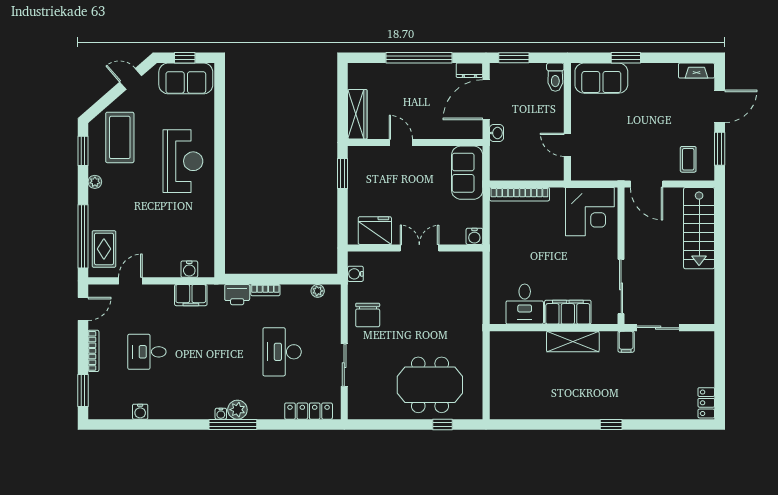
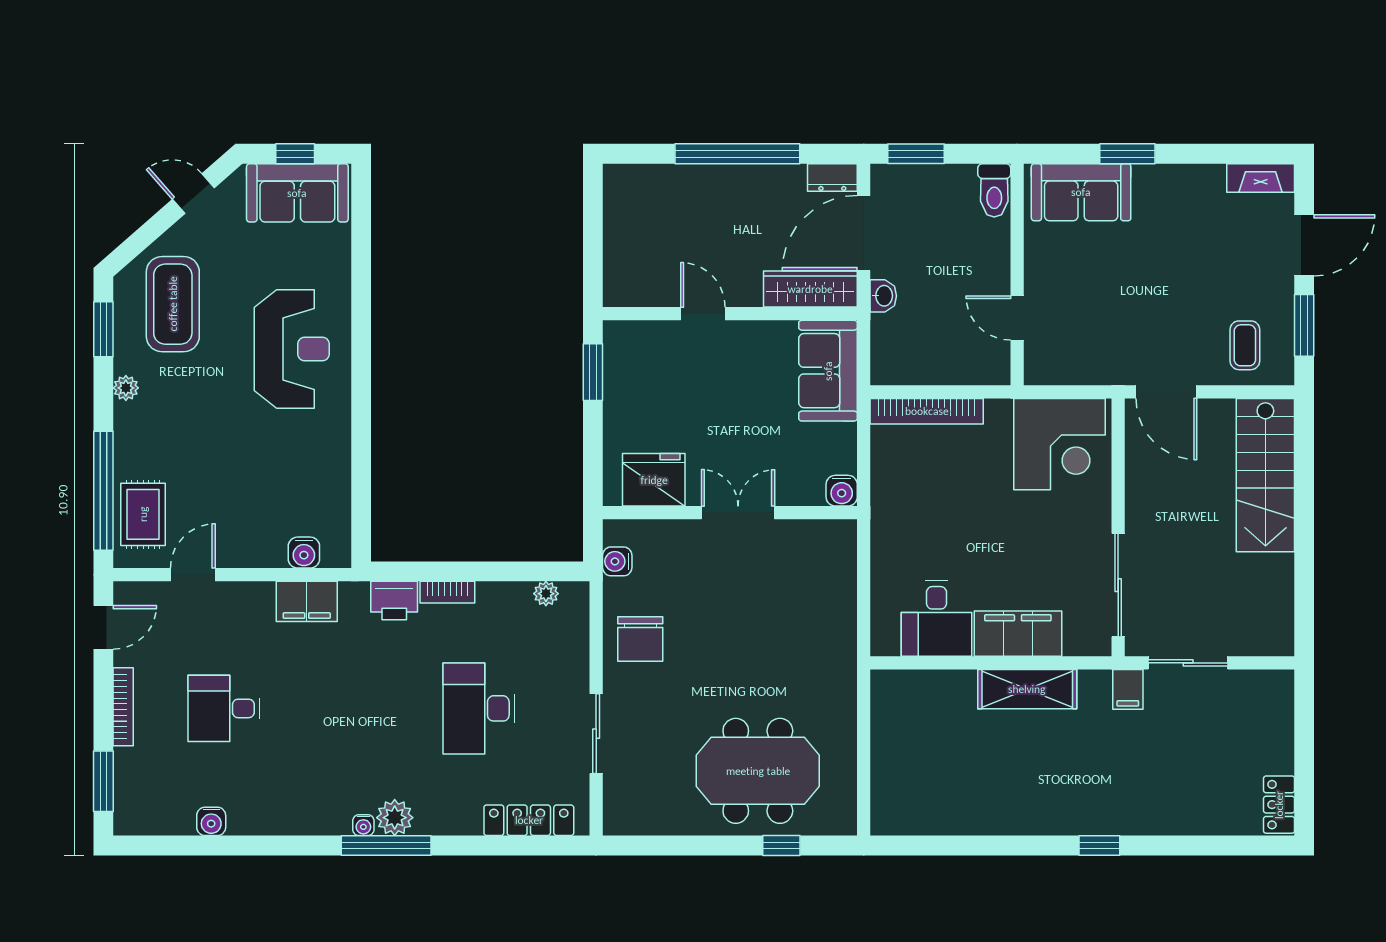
wardrobe: (357, 114) -> (810, 289), moved, turned -90

